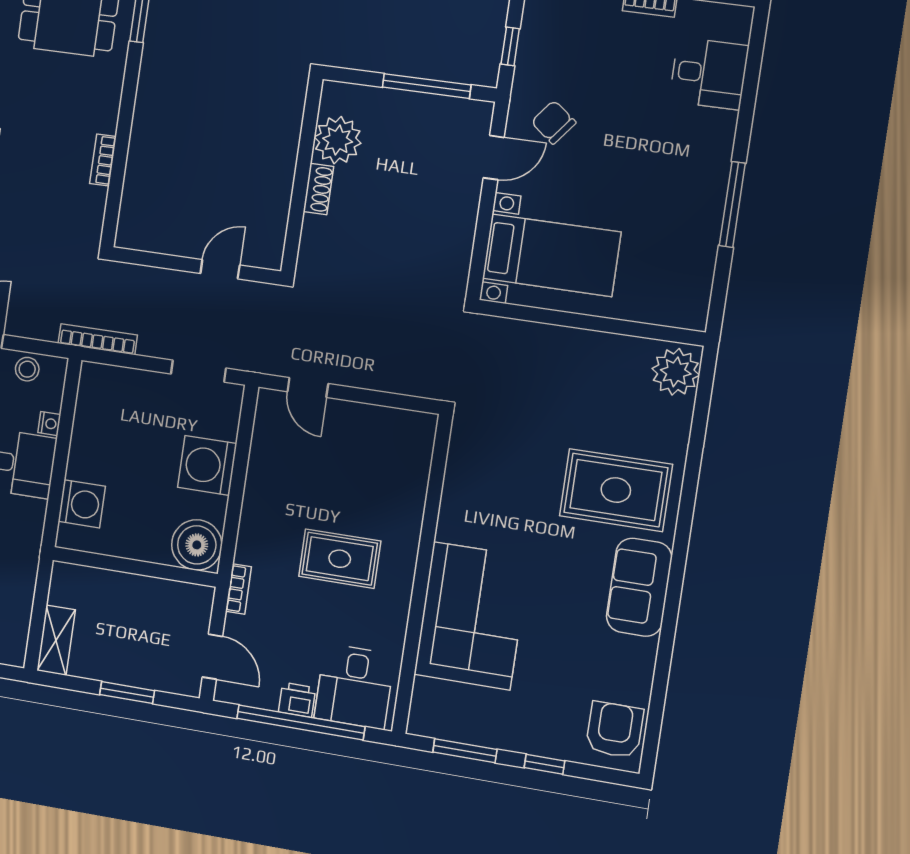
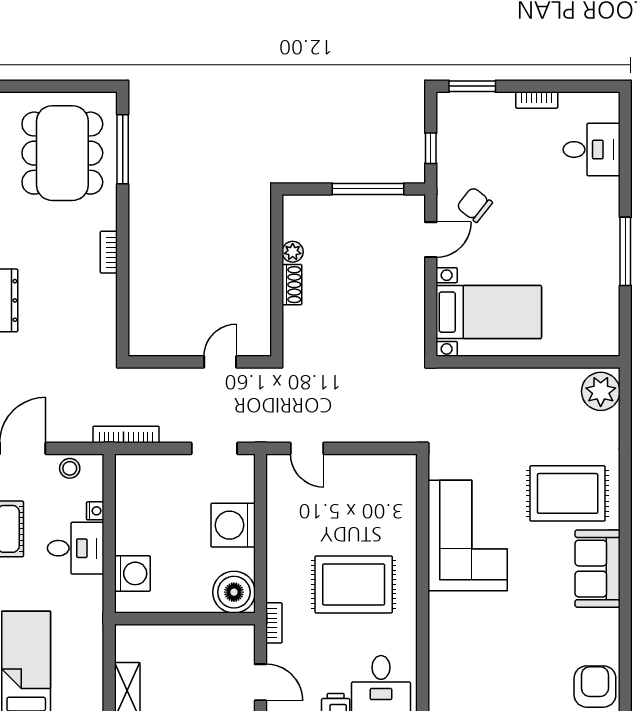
plant: (338, 140) -> (293, 252), width x0.53, depth x0.53
bookcase: (103, 160) -> (109, 252), moved
rug: (340, 559) -> (354, 584), width x1.36, depth x1.43
corner sofa: (472, 616) -> (468, 536), moved

